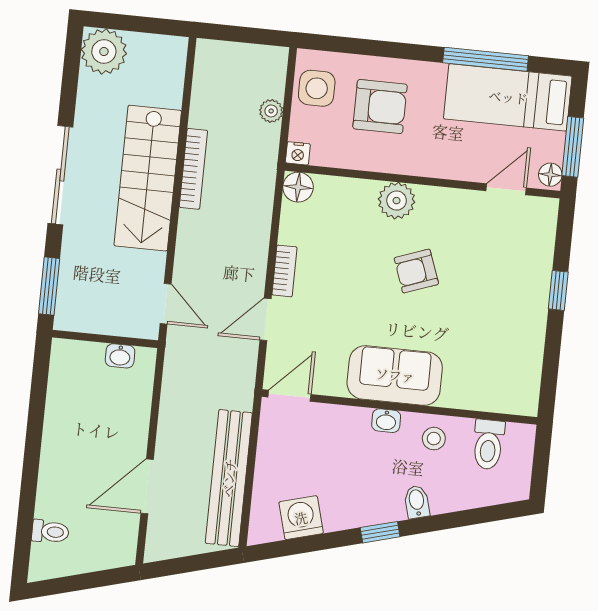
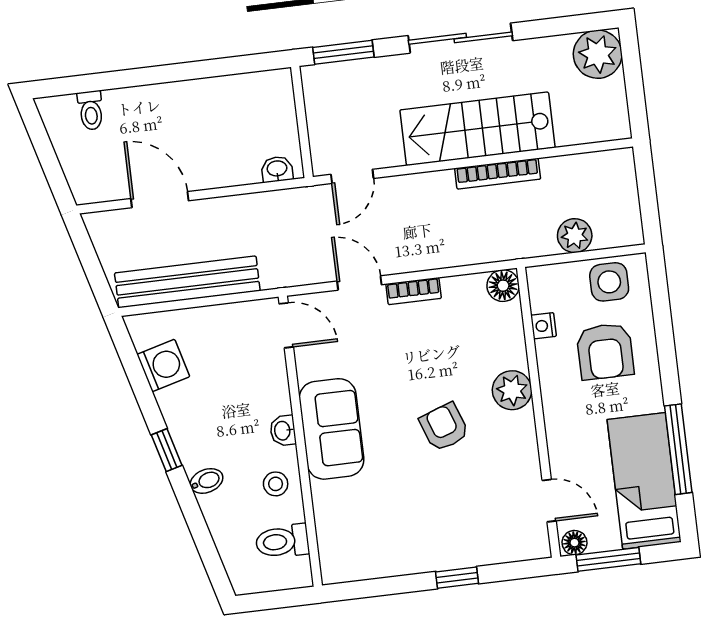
plant: (271, 111) -> (575, 236), width x1.38, depth x1.38
nightstand: (298, 153) -> (544, 326), moved
washbasin: (120, 356) -> (277, 169), moved, turned 90

